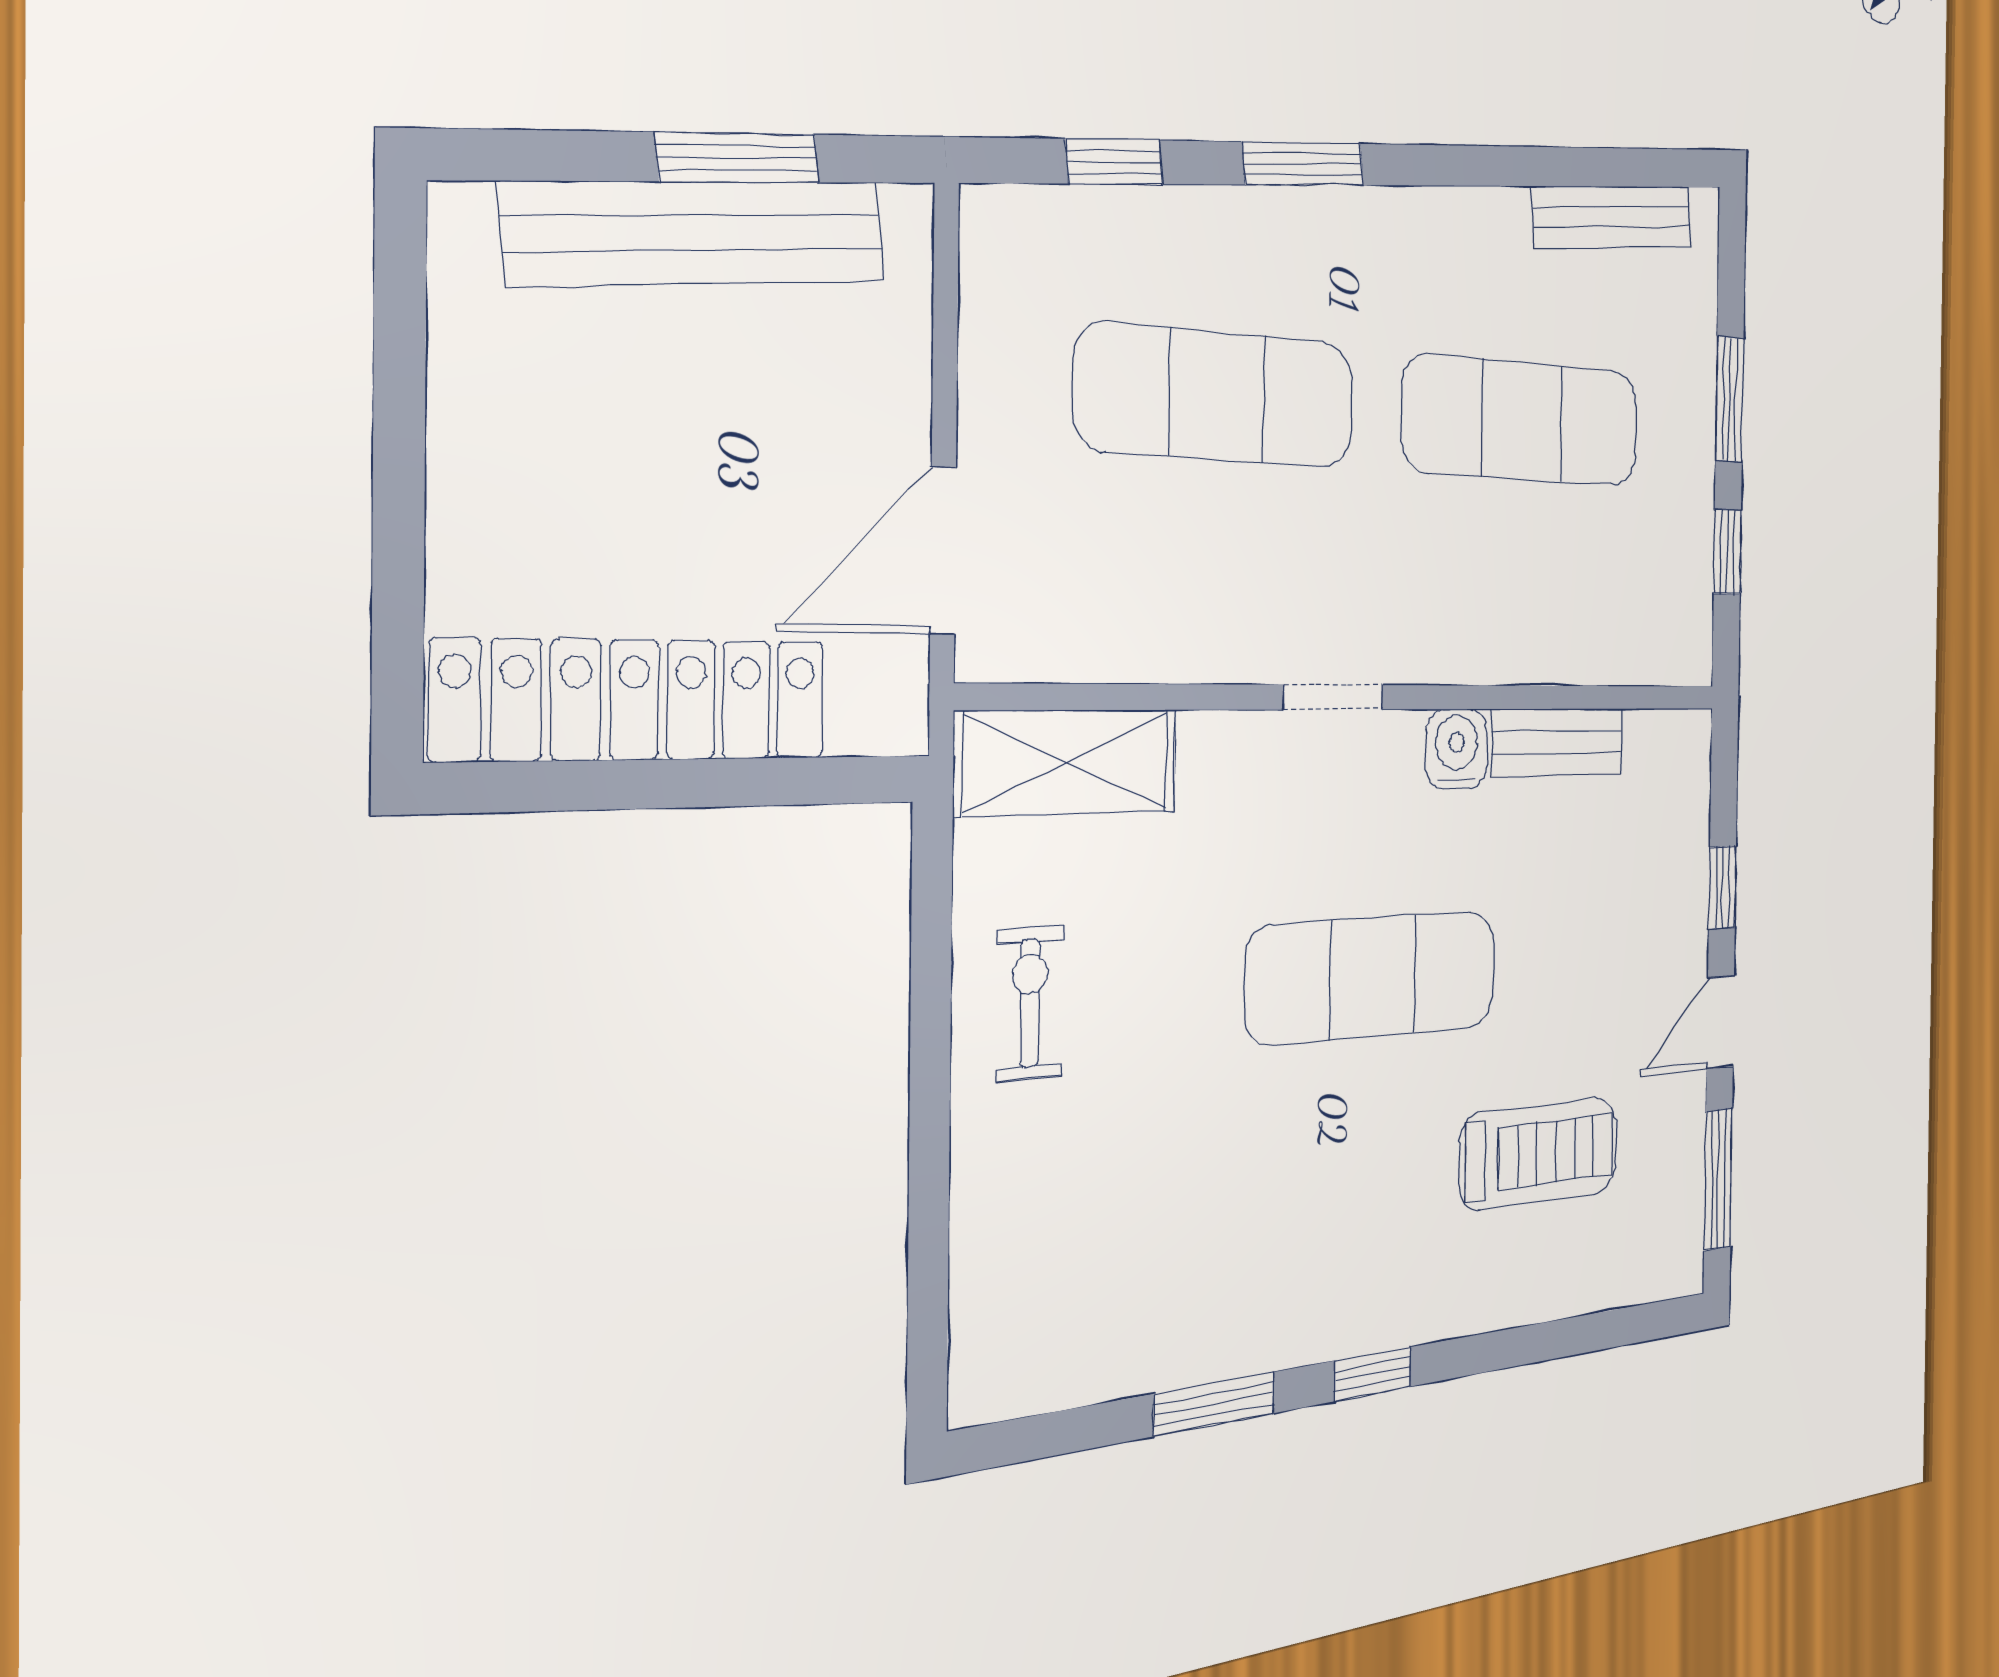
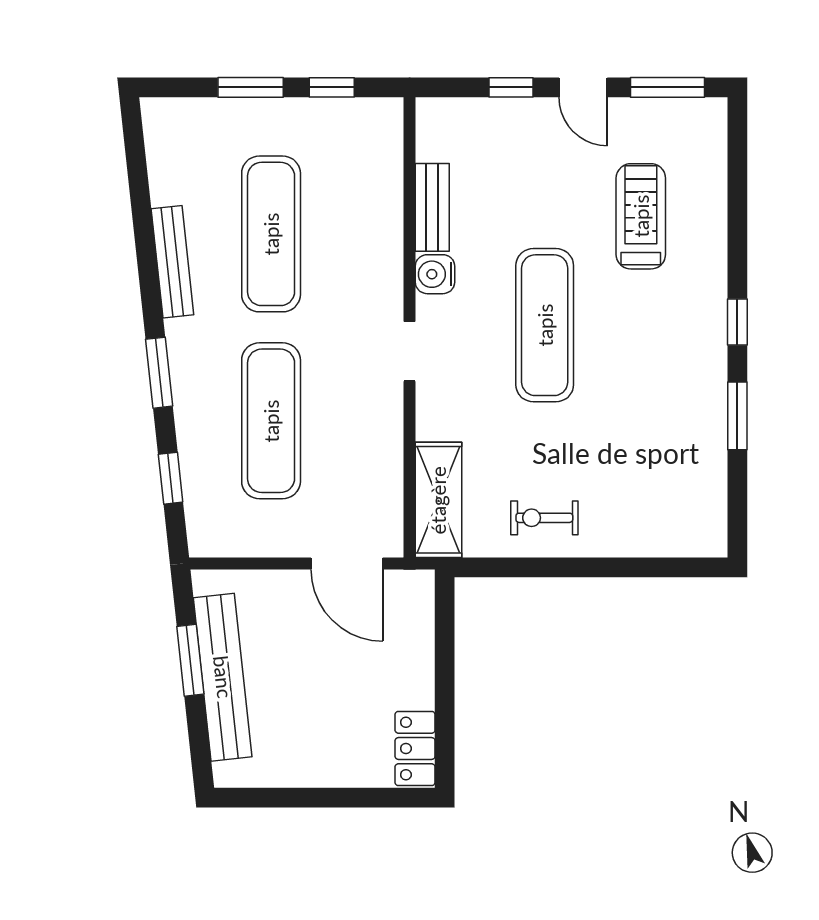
bench: (1613, 217) -> (172, 262), moved
locker: (634, 700) -> (415, 748), width x0.46, depth x0.83

